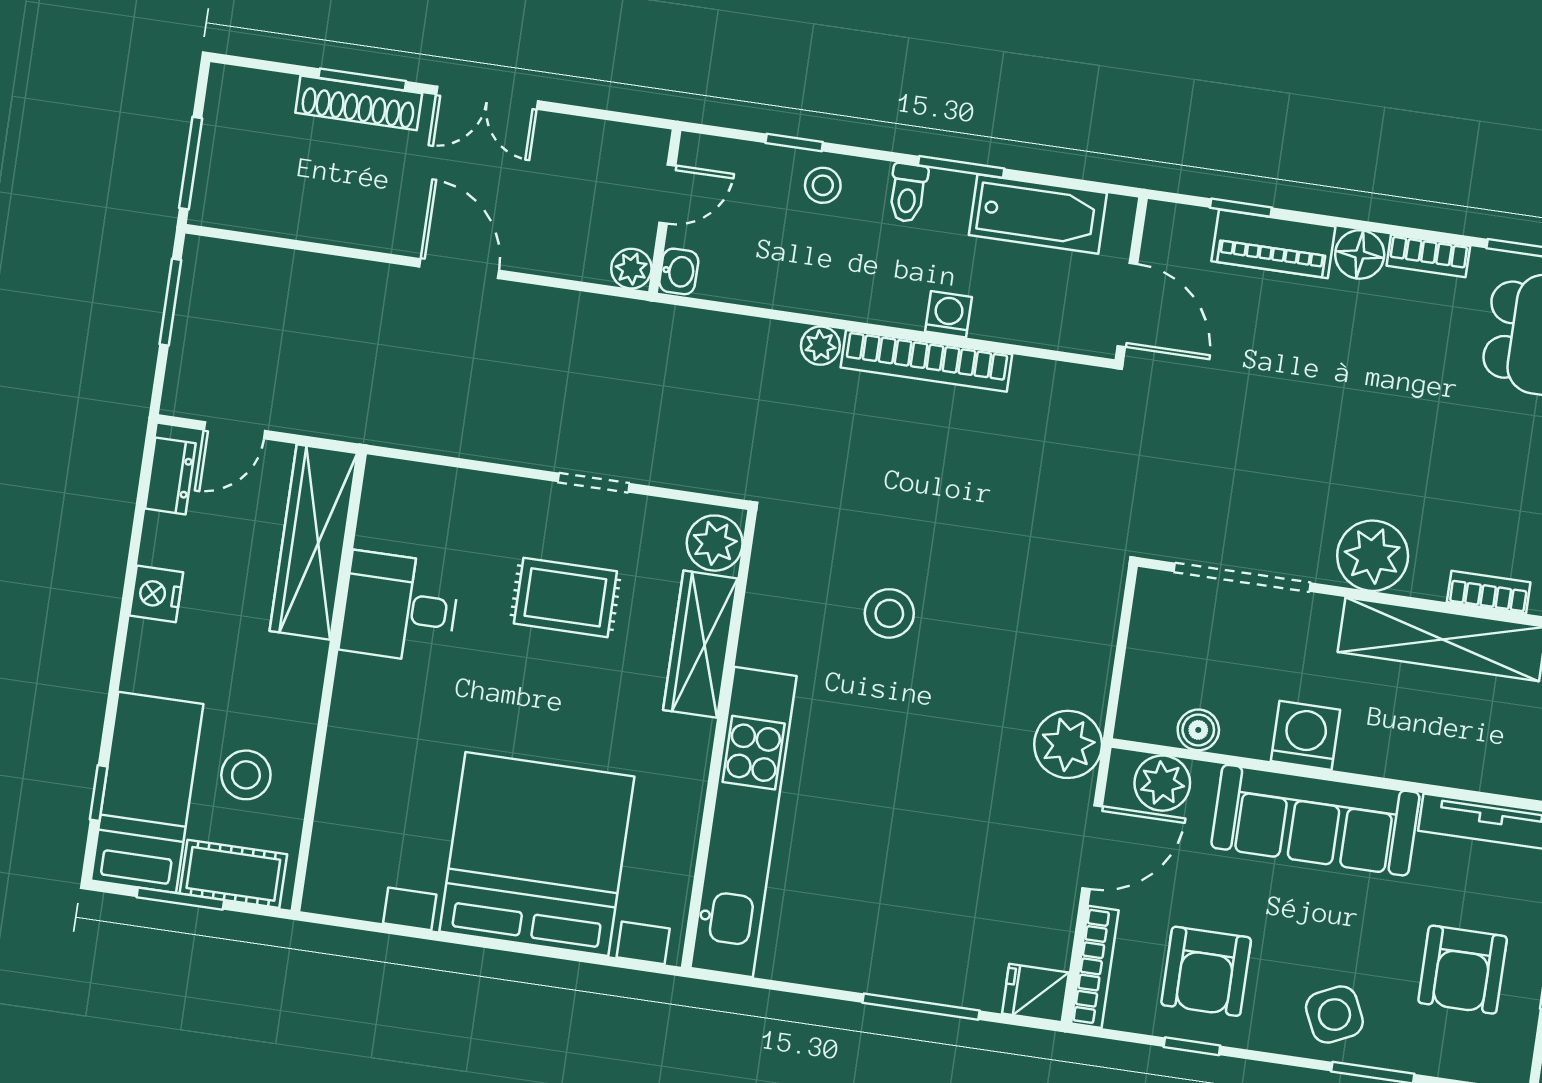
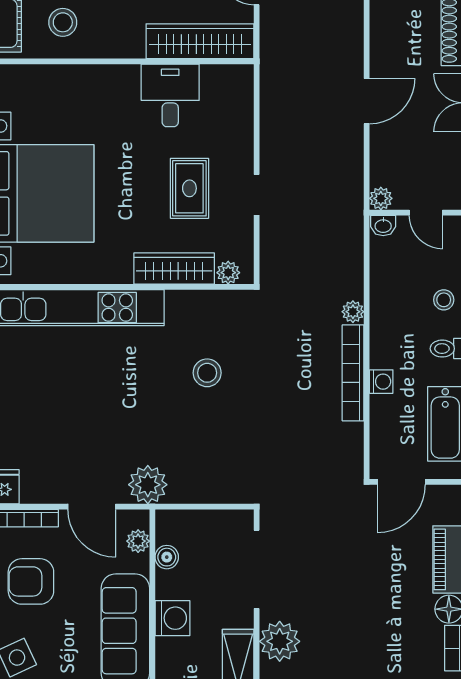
plant: (715, 543) -> (228, 273), width x0.73, depth x0.73
plant: (1162, 783) -> (138, 541), width x0.73, depth x0.73

